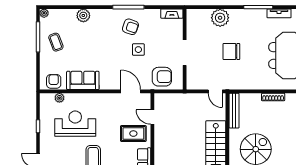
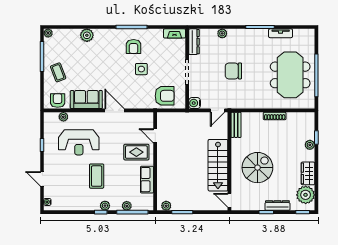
plant: (220, 18) -> (222, 33), width x0.53, depth x0.53
dresser: (192, 22) -> (194, 42), added
armchair: (130, 27) -> (134, 47), turned 71
coffee table: (56, 42) -> (58, 72), moved
water cooler: (192, 84) -> (195, 103), added
door: (131, 91) -> (114, 110), moved
door: (215, 91) -> (217, 110), hinge flipped
bench: (234, 111) -> (236, 125), width x0.73
reception desk: (75, 124) -> (79, 142), turned 180

